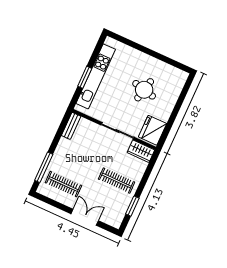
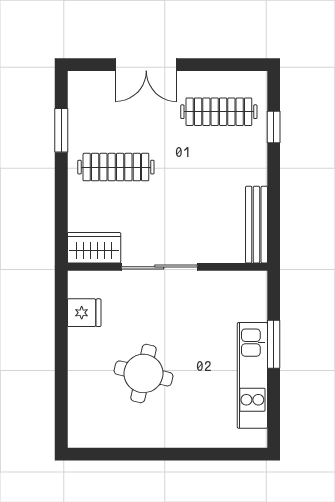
kitchen unit: (96, 76) -> (252, 375), width x0.73
bench: (71, 126) -> (256, 225), width x1.36
fridge: (153, 130) -> (84, 313), width x0.53, depth x0.75
window: (44, 167) -> (274, 127), width x0.46

